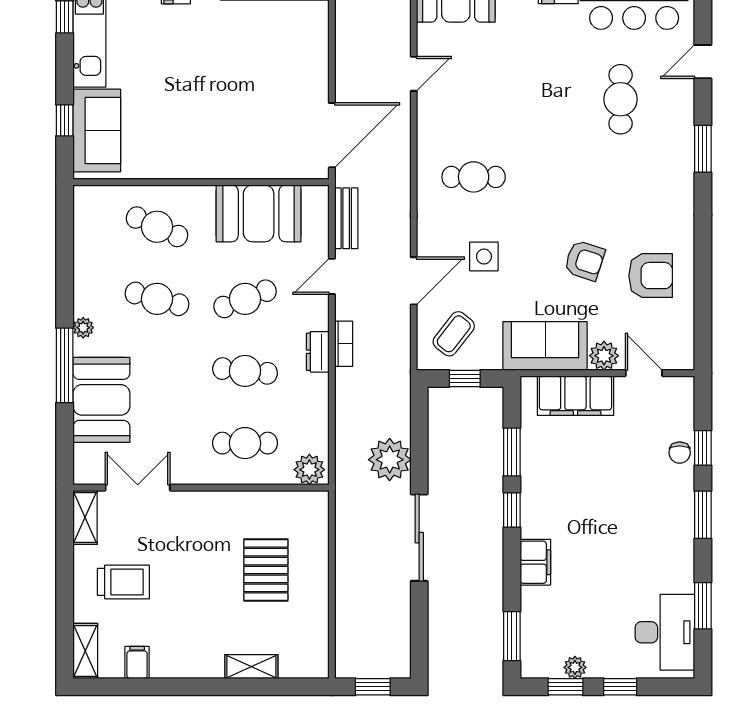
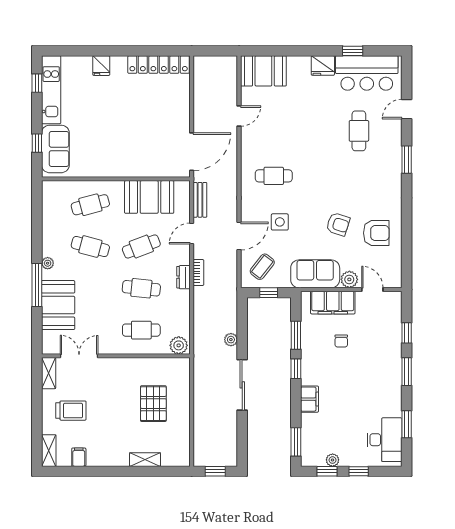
cafe table: (157, 227) -> (90, 205), turned -39
chair: (680, 453) -> (341, 341), moved
plant: (390, 460) -> (231, 340), width x0.53, depth x0.53

